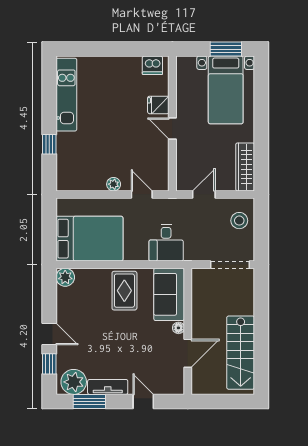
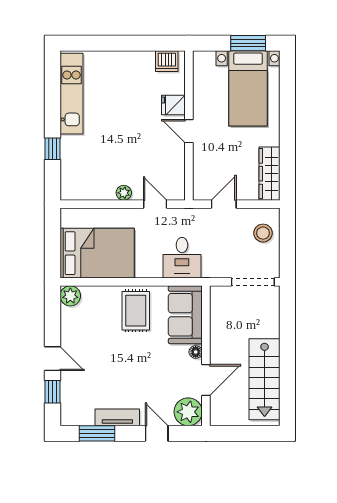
plant: (74, 382) -> (188, 412), moved

